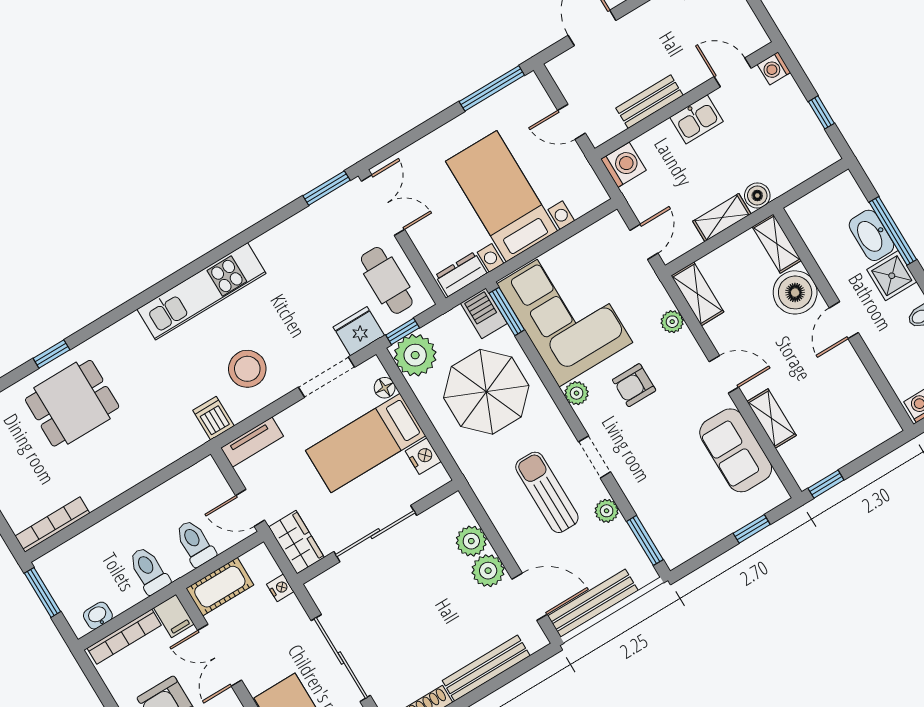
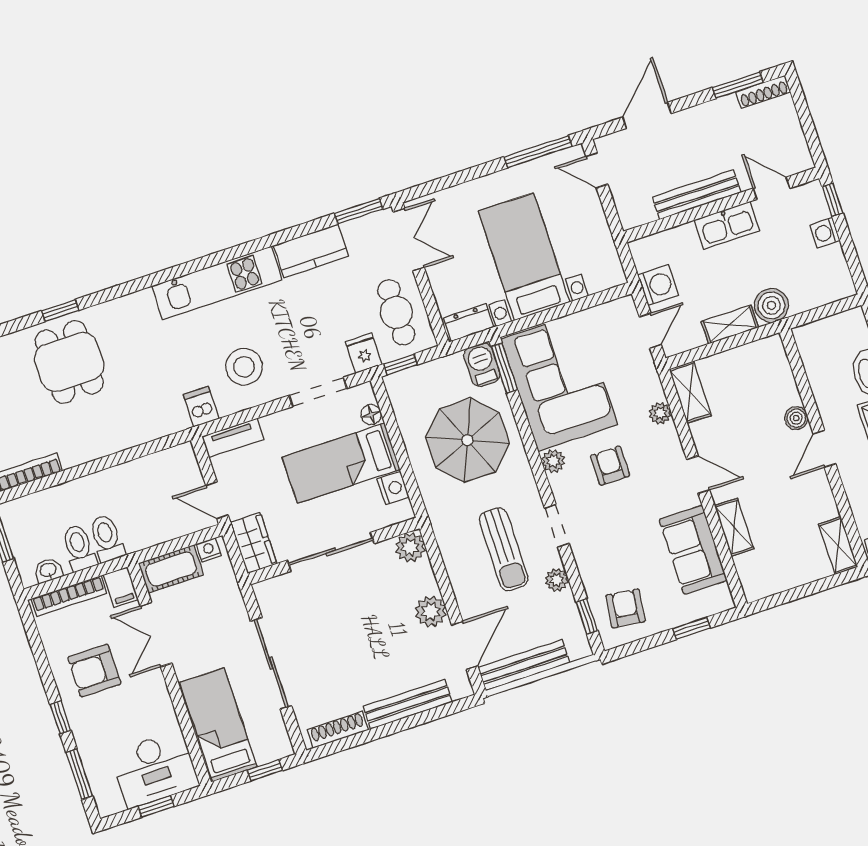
washing machine: (774, 68) -> (825, 233), moved
bench: (649, 102) -> (697, 195), width x1.36
window: (821, 112) -> (832, 200), moved
kitchen sink: (697, 119) -> (727, 225), width x1.38
door: (572, 122) -> (597, 170), moved
washing machine: (623, 165) -> (658, 285), moved
boiler: (757, 195) -> (771, 305), width x1.36, depth x1.36
kitchen counter: (288, 238) -> (311, 251), added
shelving: (777, 244) -> (838, 546), moved
boiler: (795, 292) -> (796, 418), width x0.54, depth x0.54
fridge: (359, 331) -> (364, 353), width x0.72
plant: (415, 355) -> (407, 390), removed
armchair: (634, 385) -> (610, 466), turned 90
dining table: (72, 403) -> (69, 362), turned 90
window: (826, 484) -> (772, 602), removed
sun lounger: (547, 492) -> (504, 549), turned 180
armchair: (682, 524) -> (625, 608), added
window: (645, 540) -> (587, 616), width x0.67
plant: (471, 541) -> (410, 547), moved
toilet: (195, 543) -> (79, 548), moved
nightstand: (280, 588) -> (209, 550), moved, turned -90
door: (530, 597) -> (465, 645), hinge flipped

